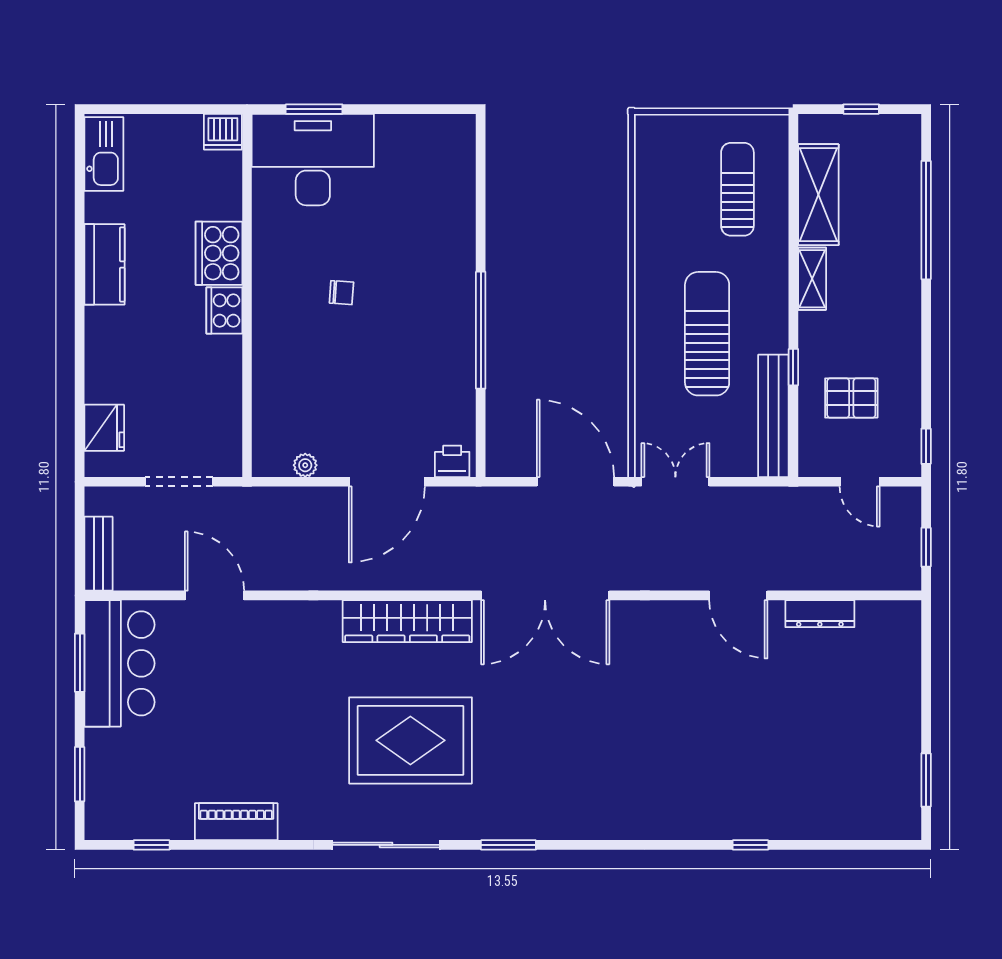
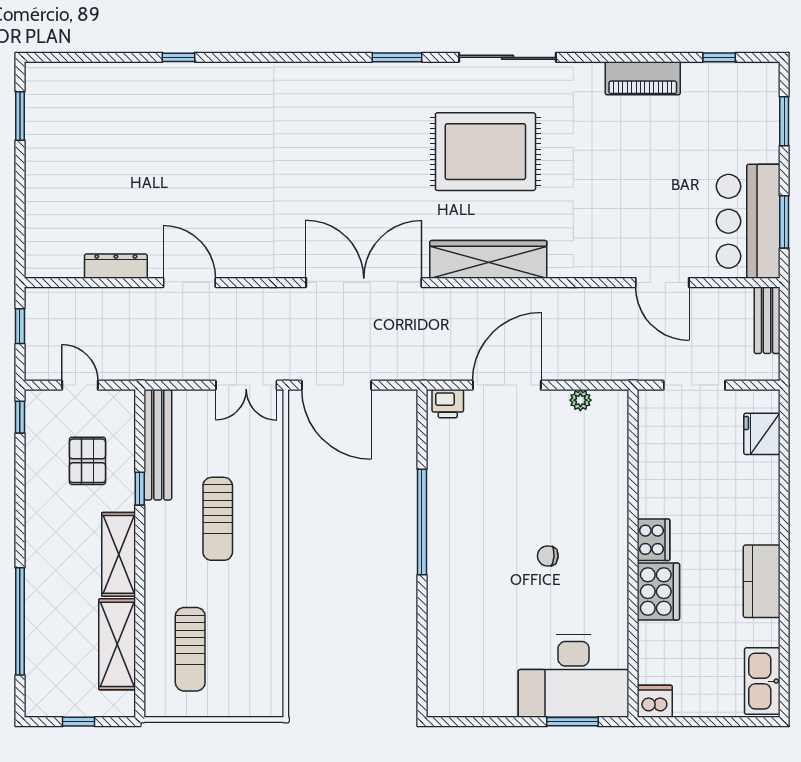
shelving: (812, 279) -> (119, 554), width x1.50, depth x1.33
sun lounger: (707, 334) -> (218, 519), width x0.73, depth x0.75
pallet: (851, 398) -> (87, 461), turned 90

